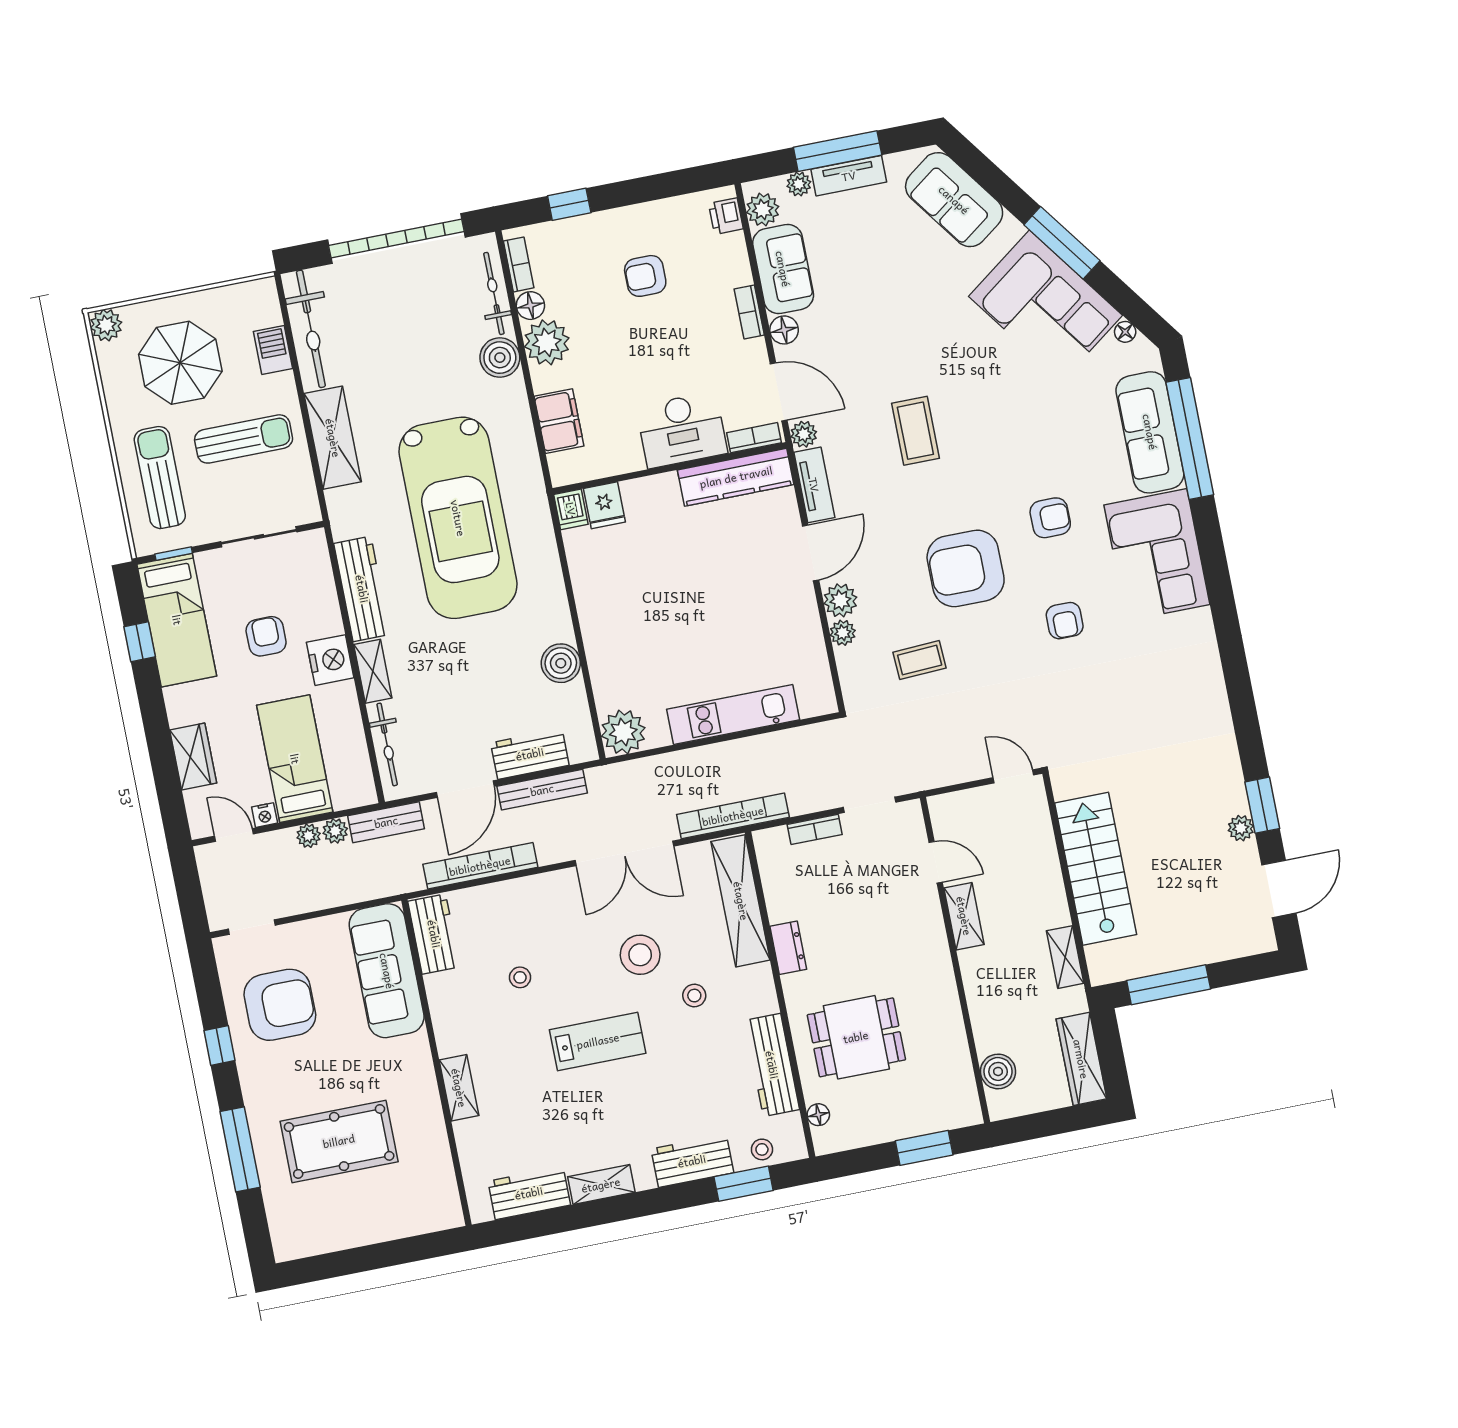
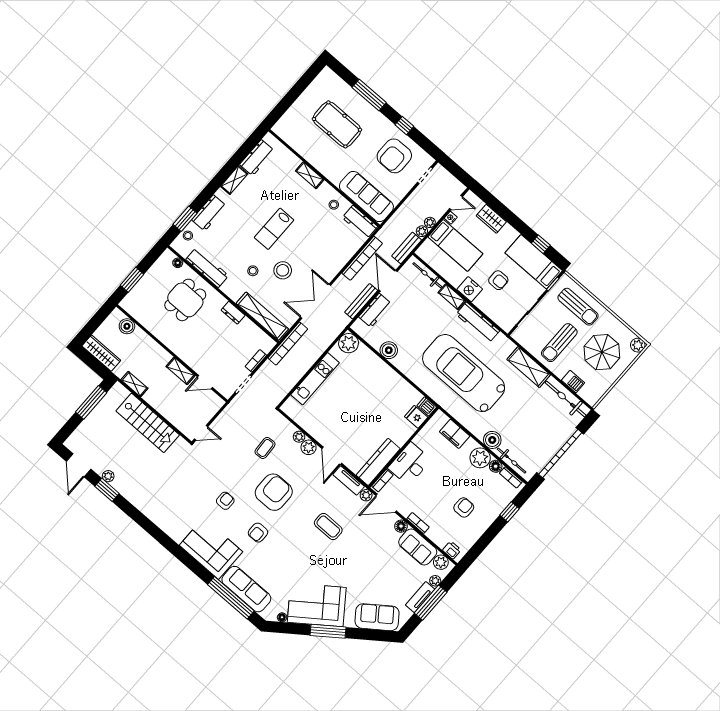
armchair: (1065, 621) -> (225, 501), turned 90
stool: (520, 977) -> (334, 205), moved
pool table: (339, 1141) -> (337, 124), turned 90

